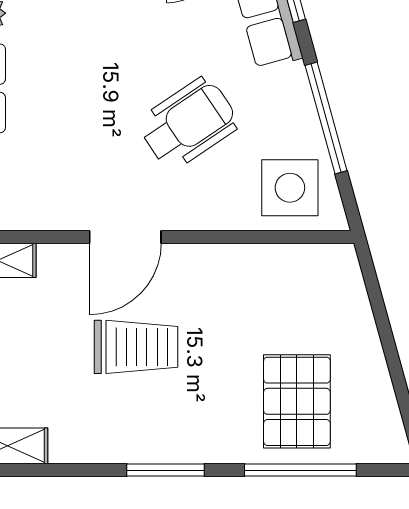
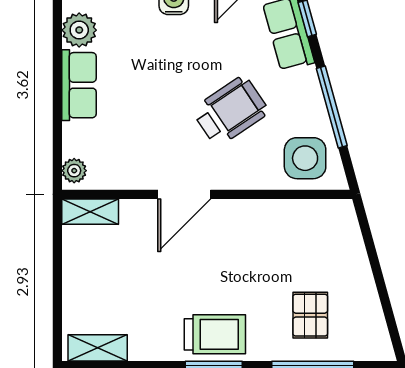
trolley: (136, 347) -> (215, 334), moved
pallet: (297, 401) -> (310, 315), width x0.67, depth x0.71

